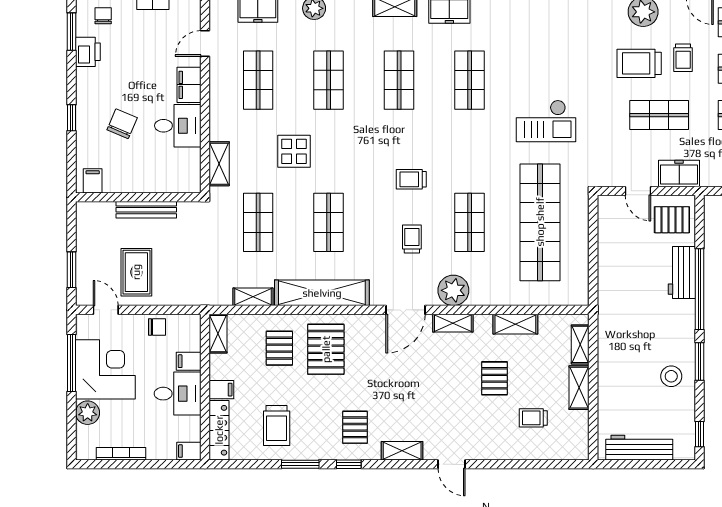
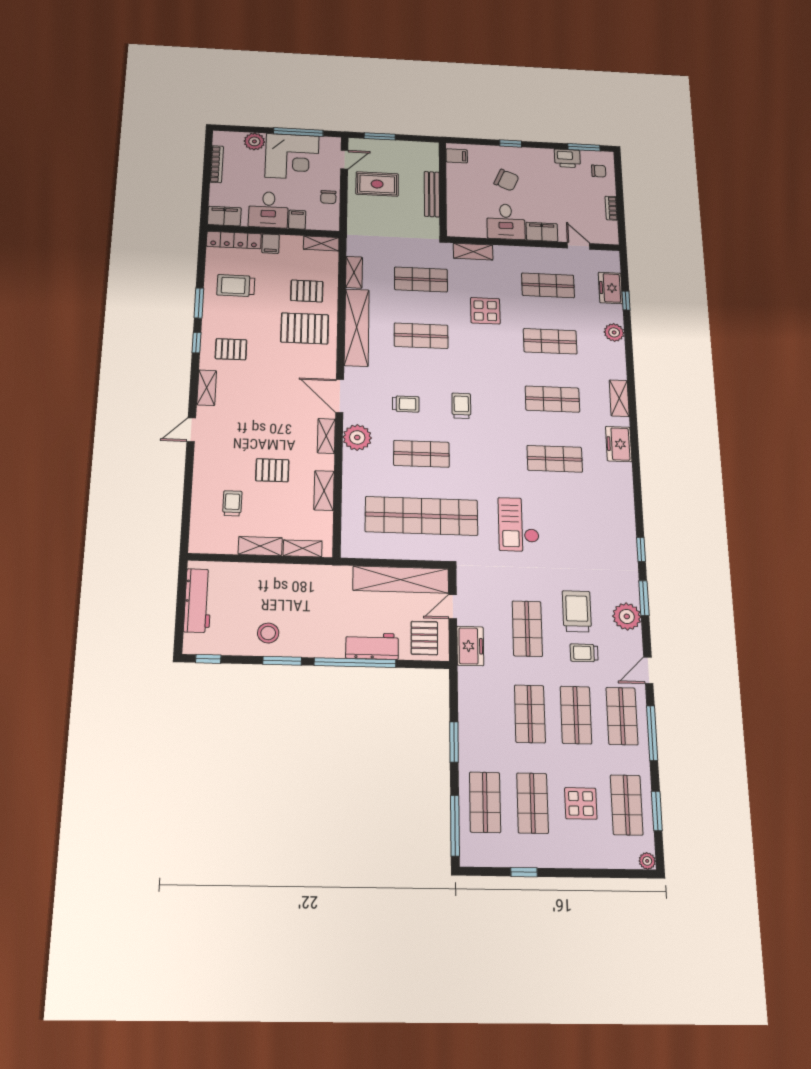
shelving: (611, 244) -> (401, 580), added
filing cabinet: (189, 451) -> (224, 216), width x2.00

